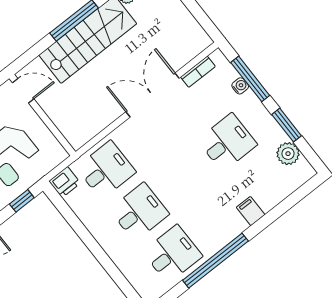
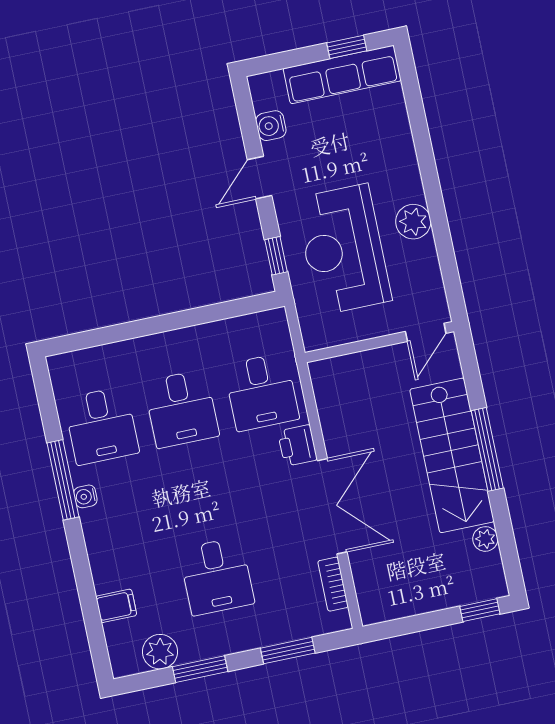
window: (250, 79) -> (288, 651), width x0.69
water cooler: (240, 86) -> (85, 496), moved, turned 90
printer: (65, 182) -> (297, 445), moved
filing cabinet: (251, 211) -> (116, 606), moved
window: (215, 261) -> (63, 480), width x0.68

